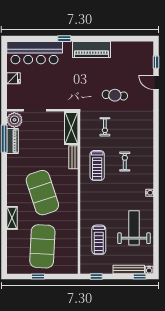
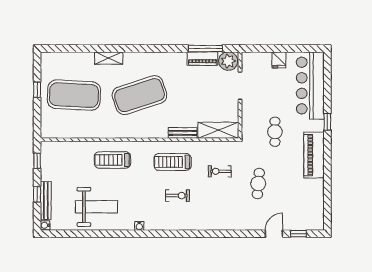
cafe table: (72, 82) -> (275, 132), added
treadmill: (99, 240) -> (112, 160), moved
window: (140, 277) -> (37, 194), moved

